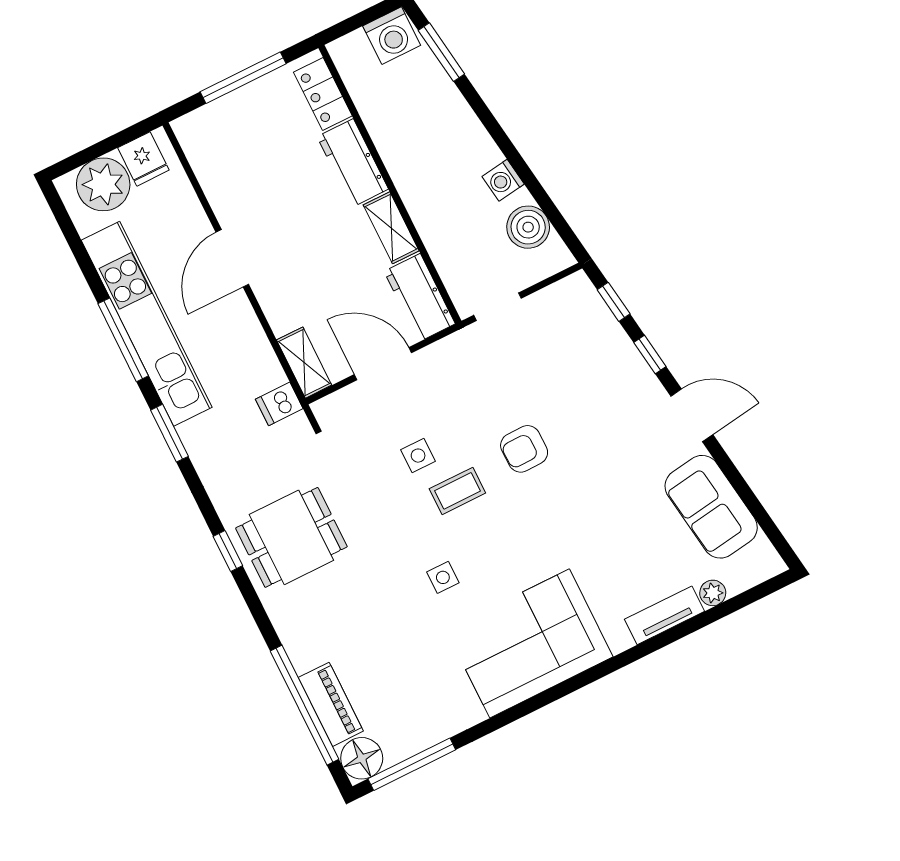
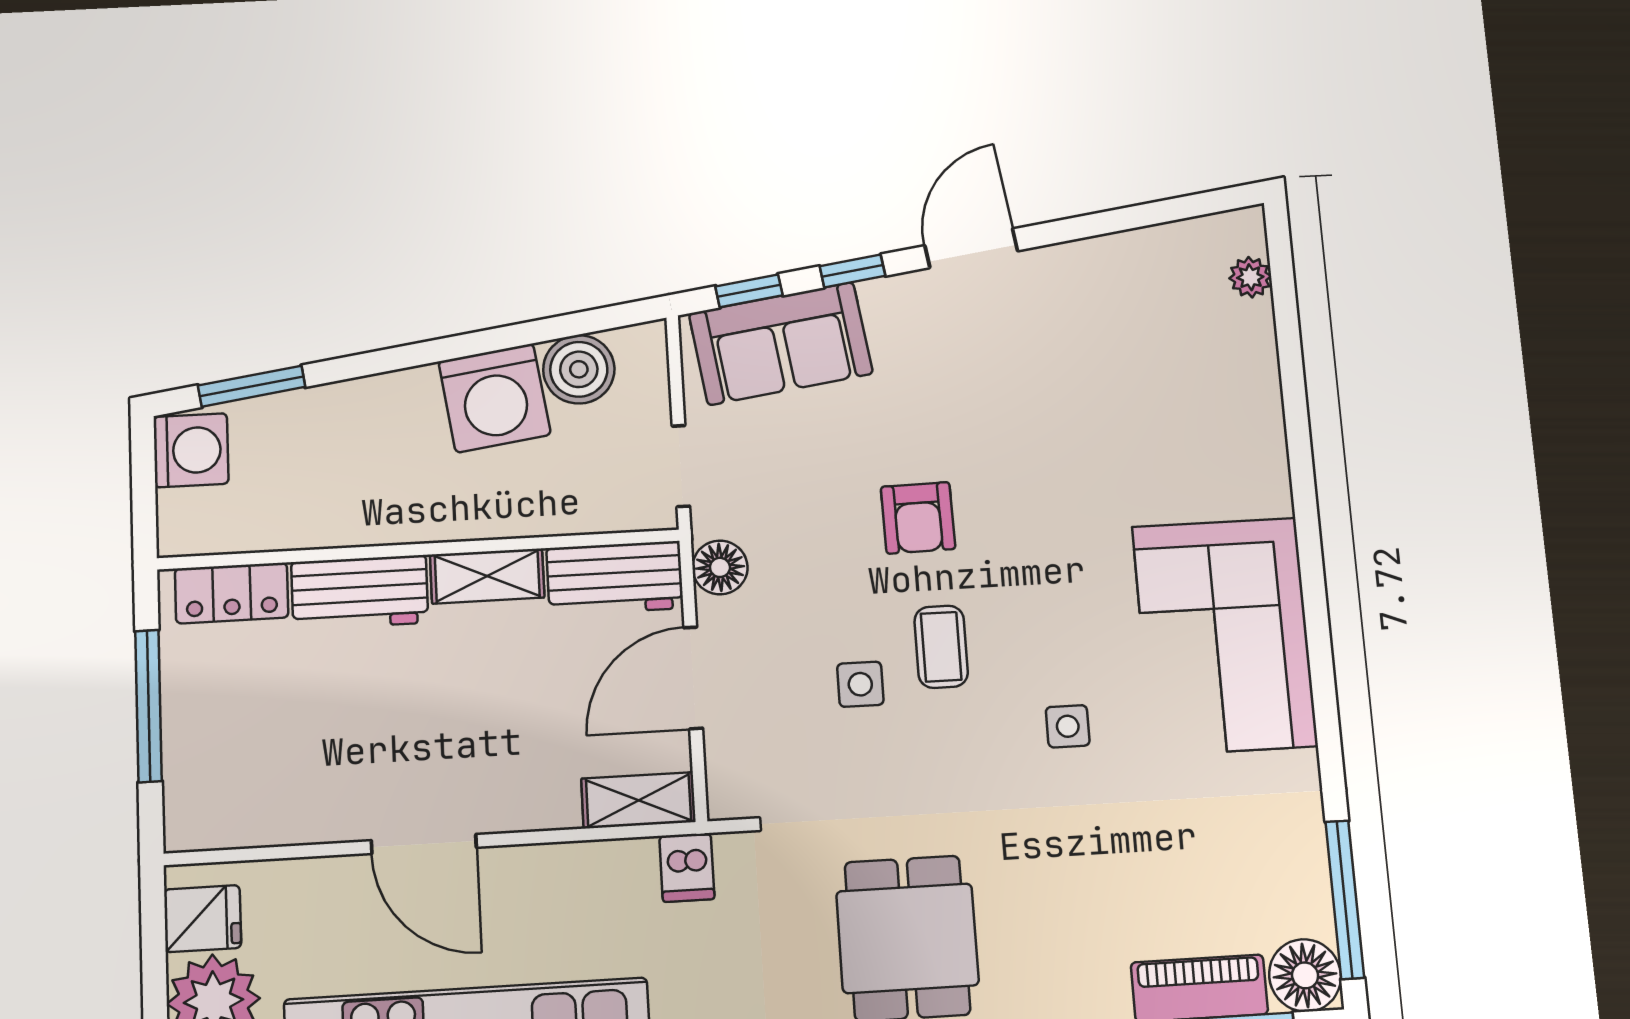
washing machine: (503, 180) -> (495, 398), width x1.89, depth x1.89
floor lamp: (450, 352) -> (720, 567), added
sofa: (711, 507) -> (781, 344), moved
plant: (713, 593) -> (1250, 277), moved
tv unit: (665, 615) -> (1261, 415), removed

